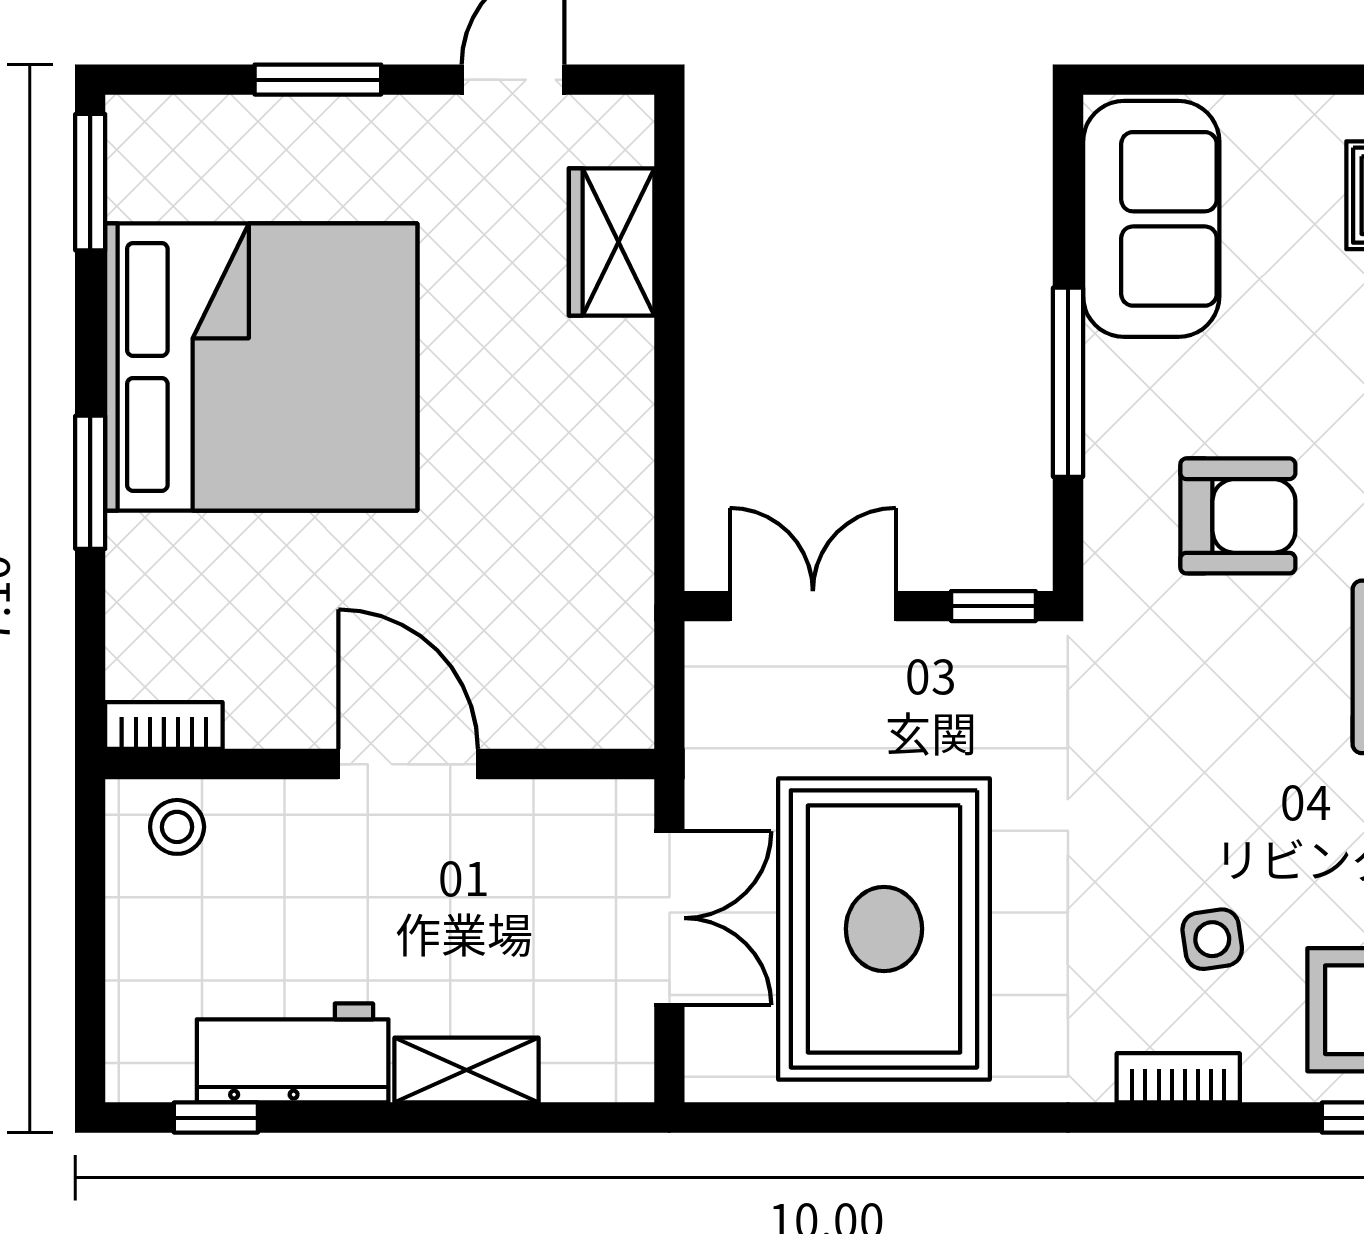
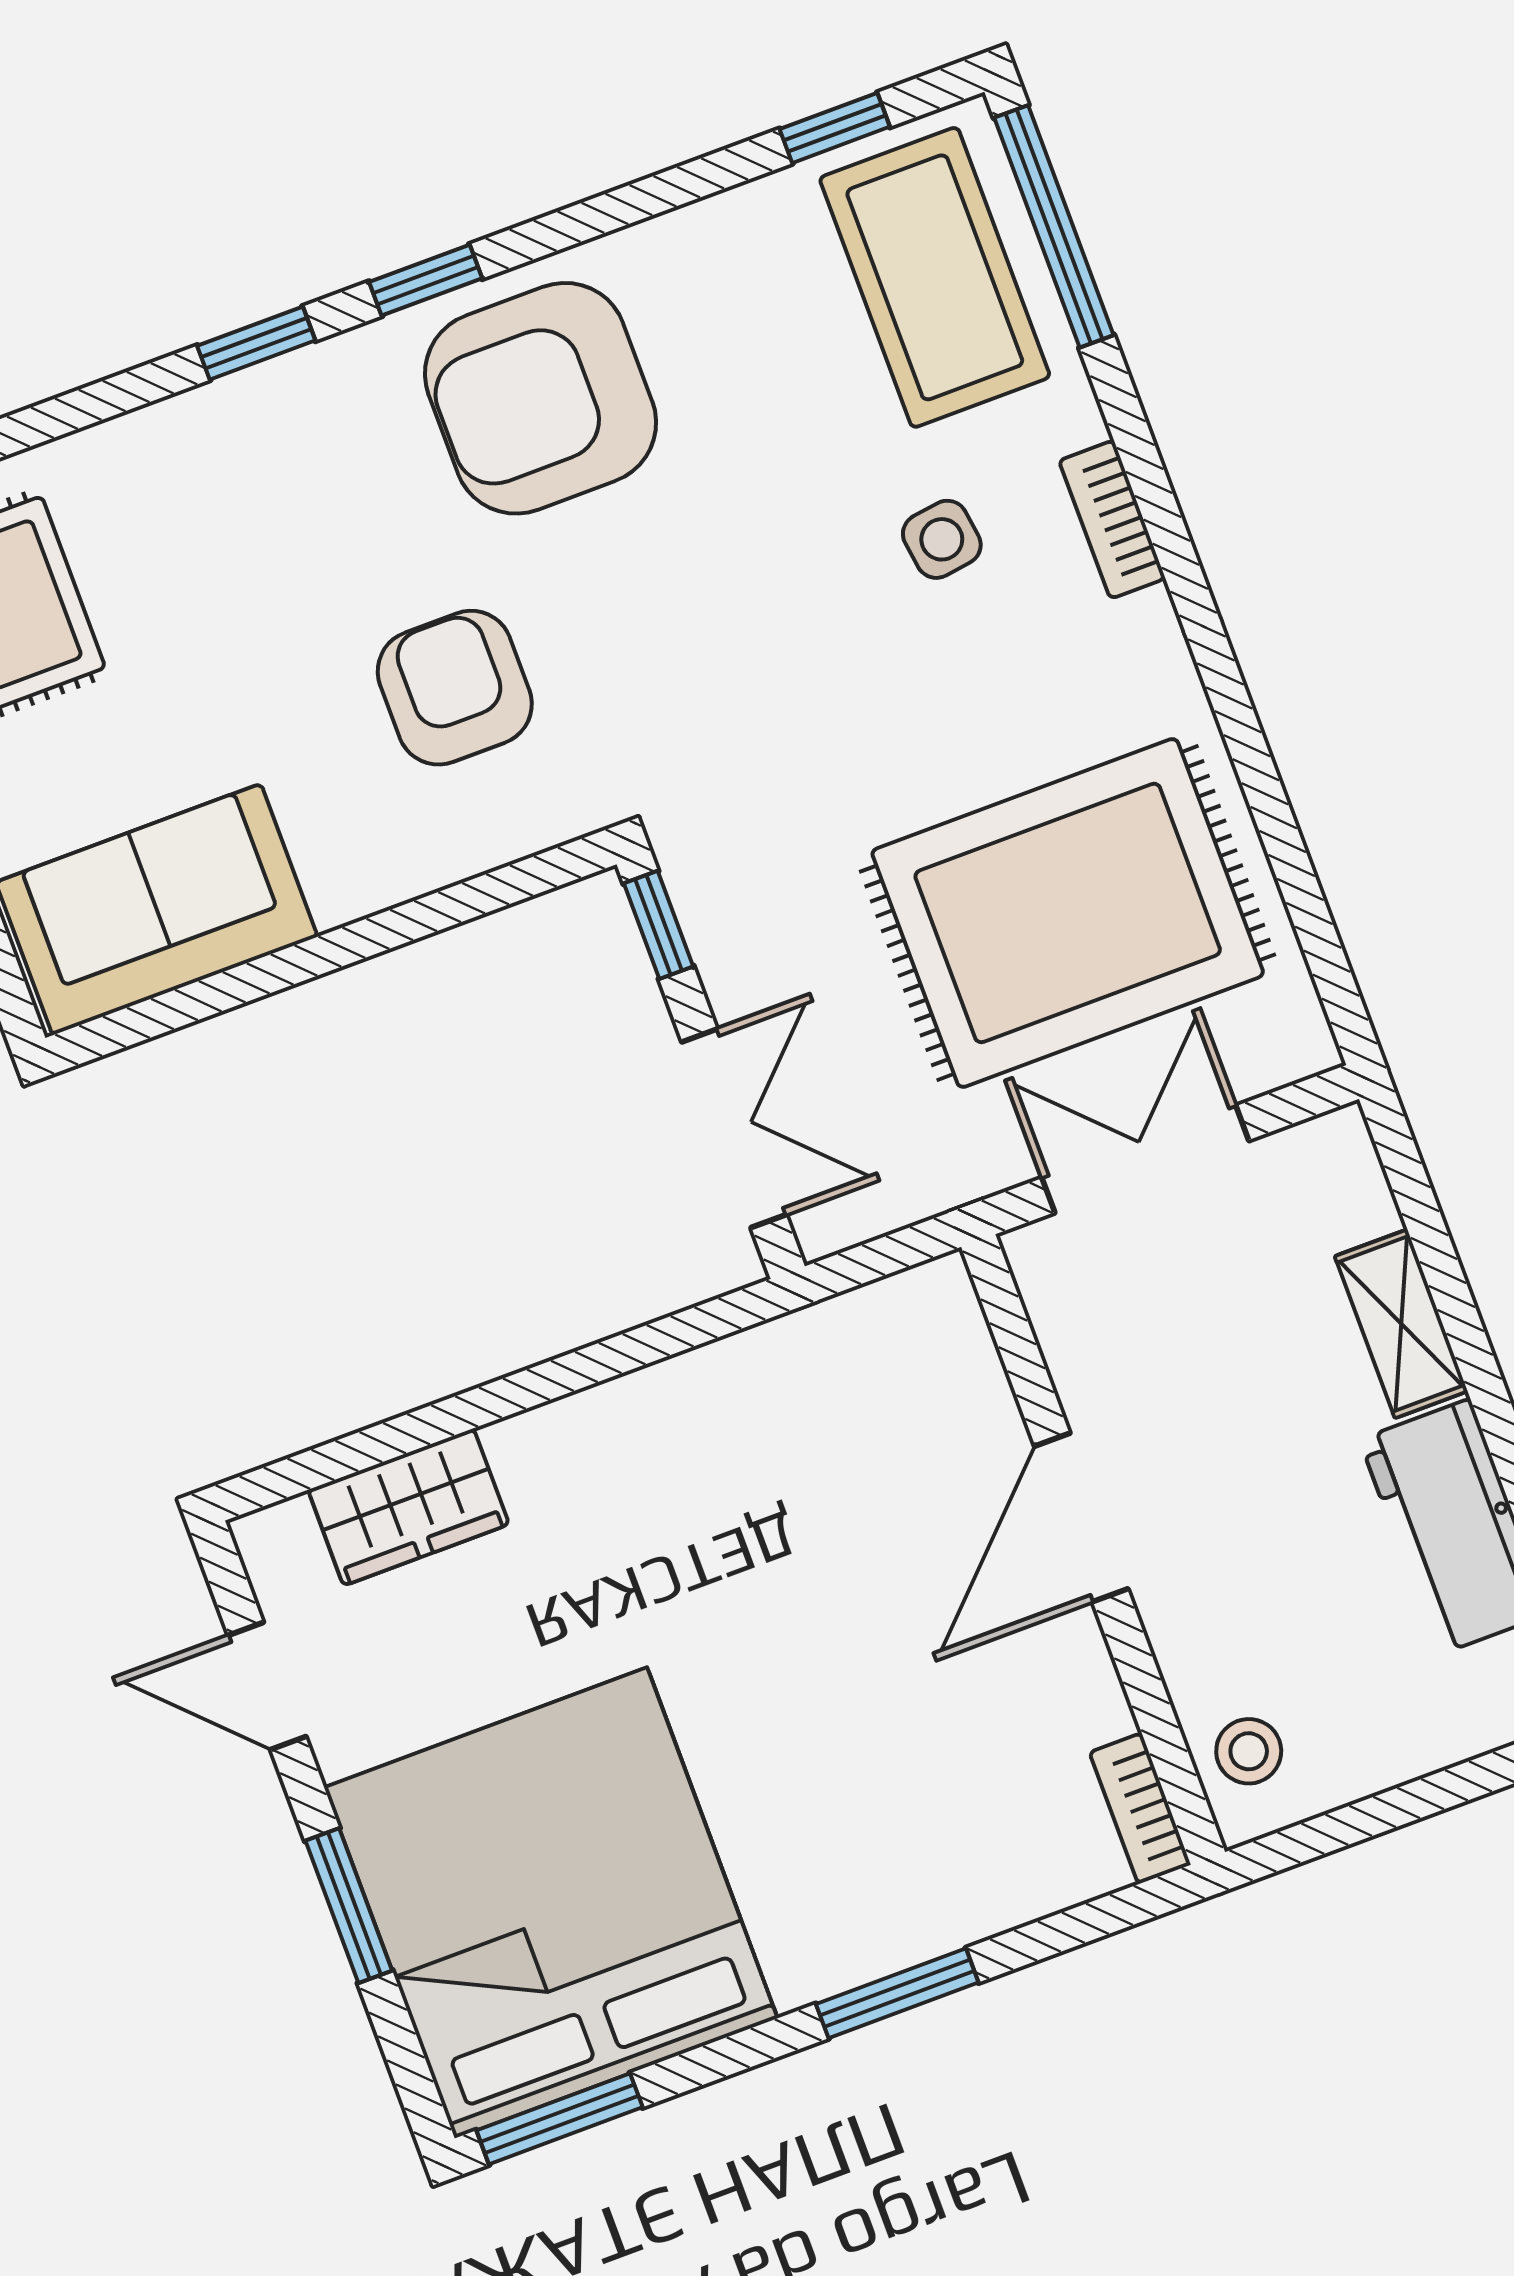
bed: (261, 367) -> (551, 1903), moved
window: (1068, 382) -> (375, 935), removed
double door: (813, 606) -> (734, 1128), swing flipped

